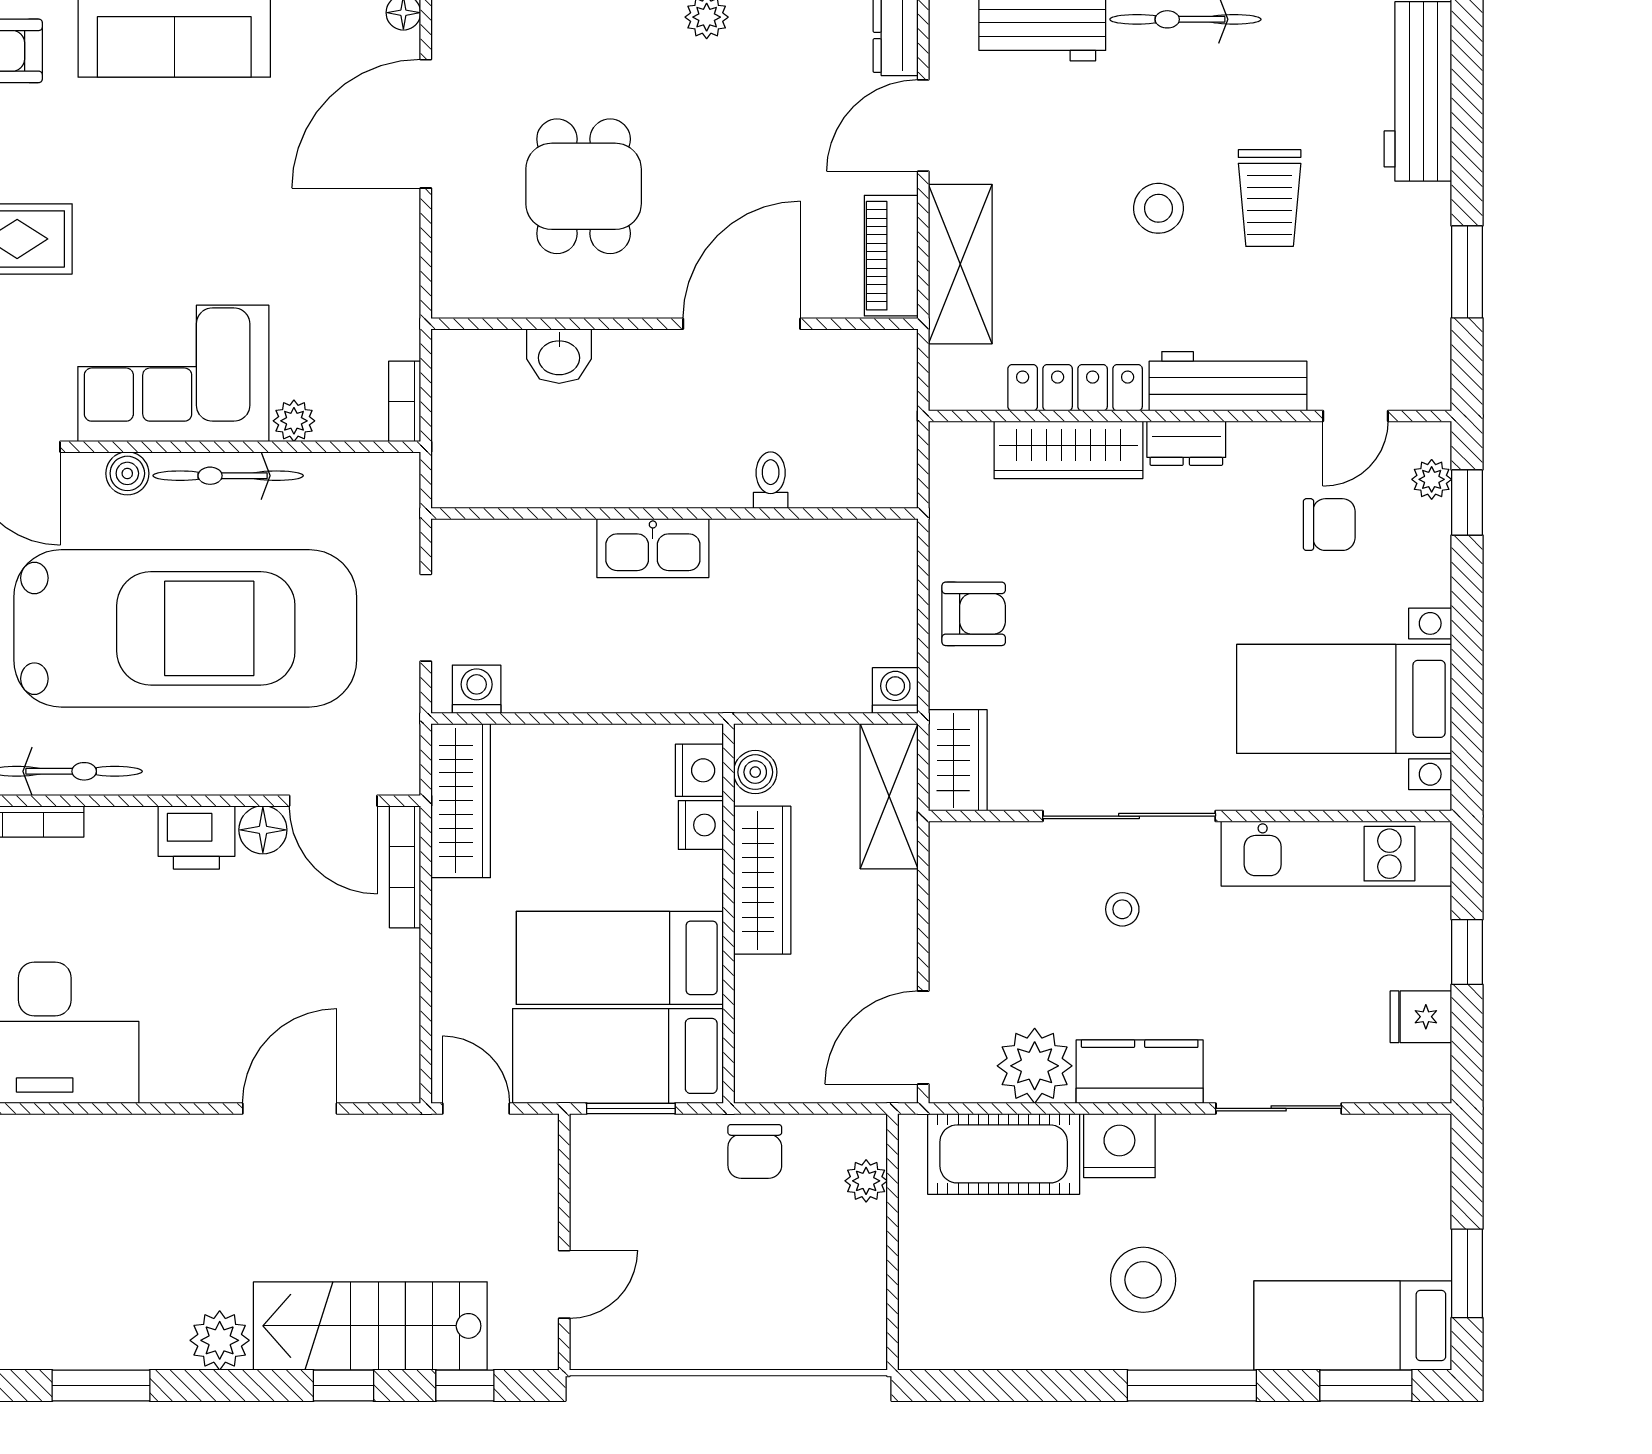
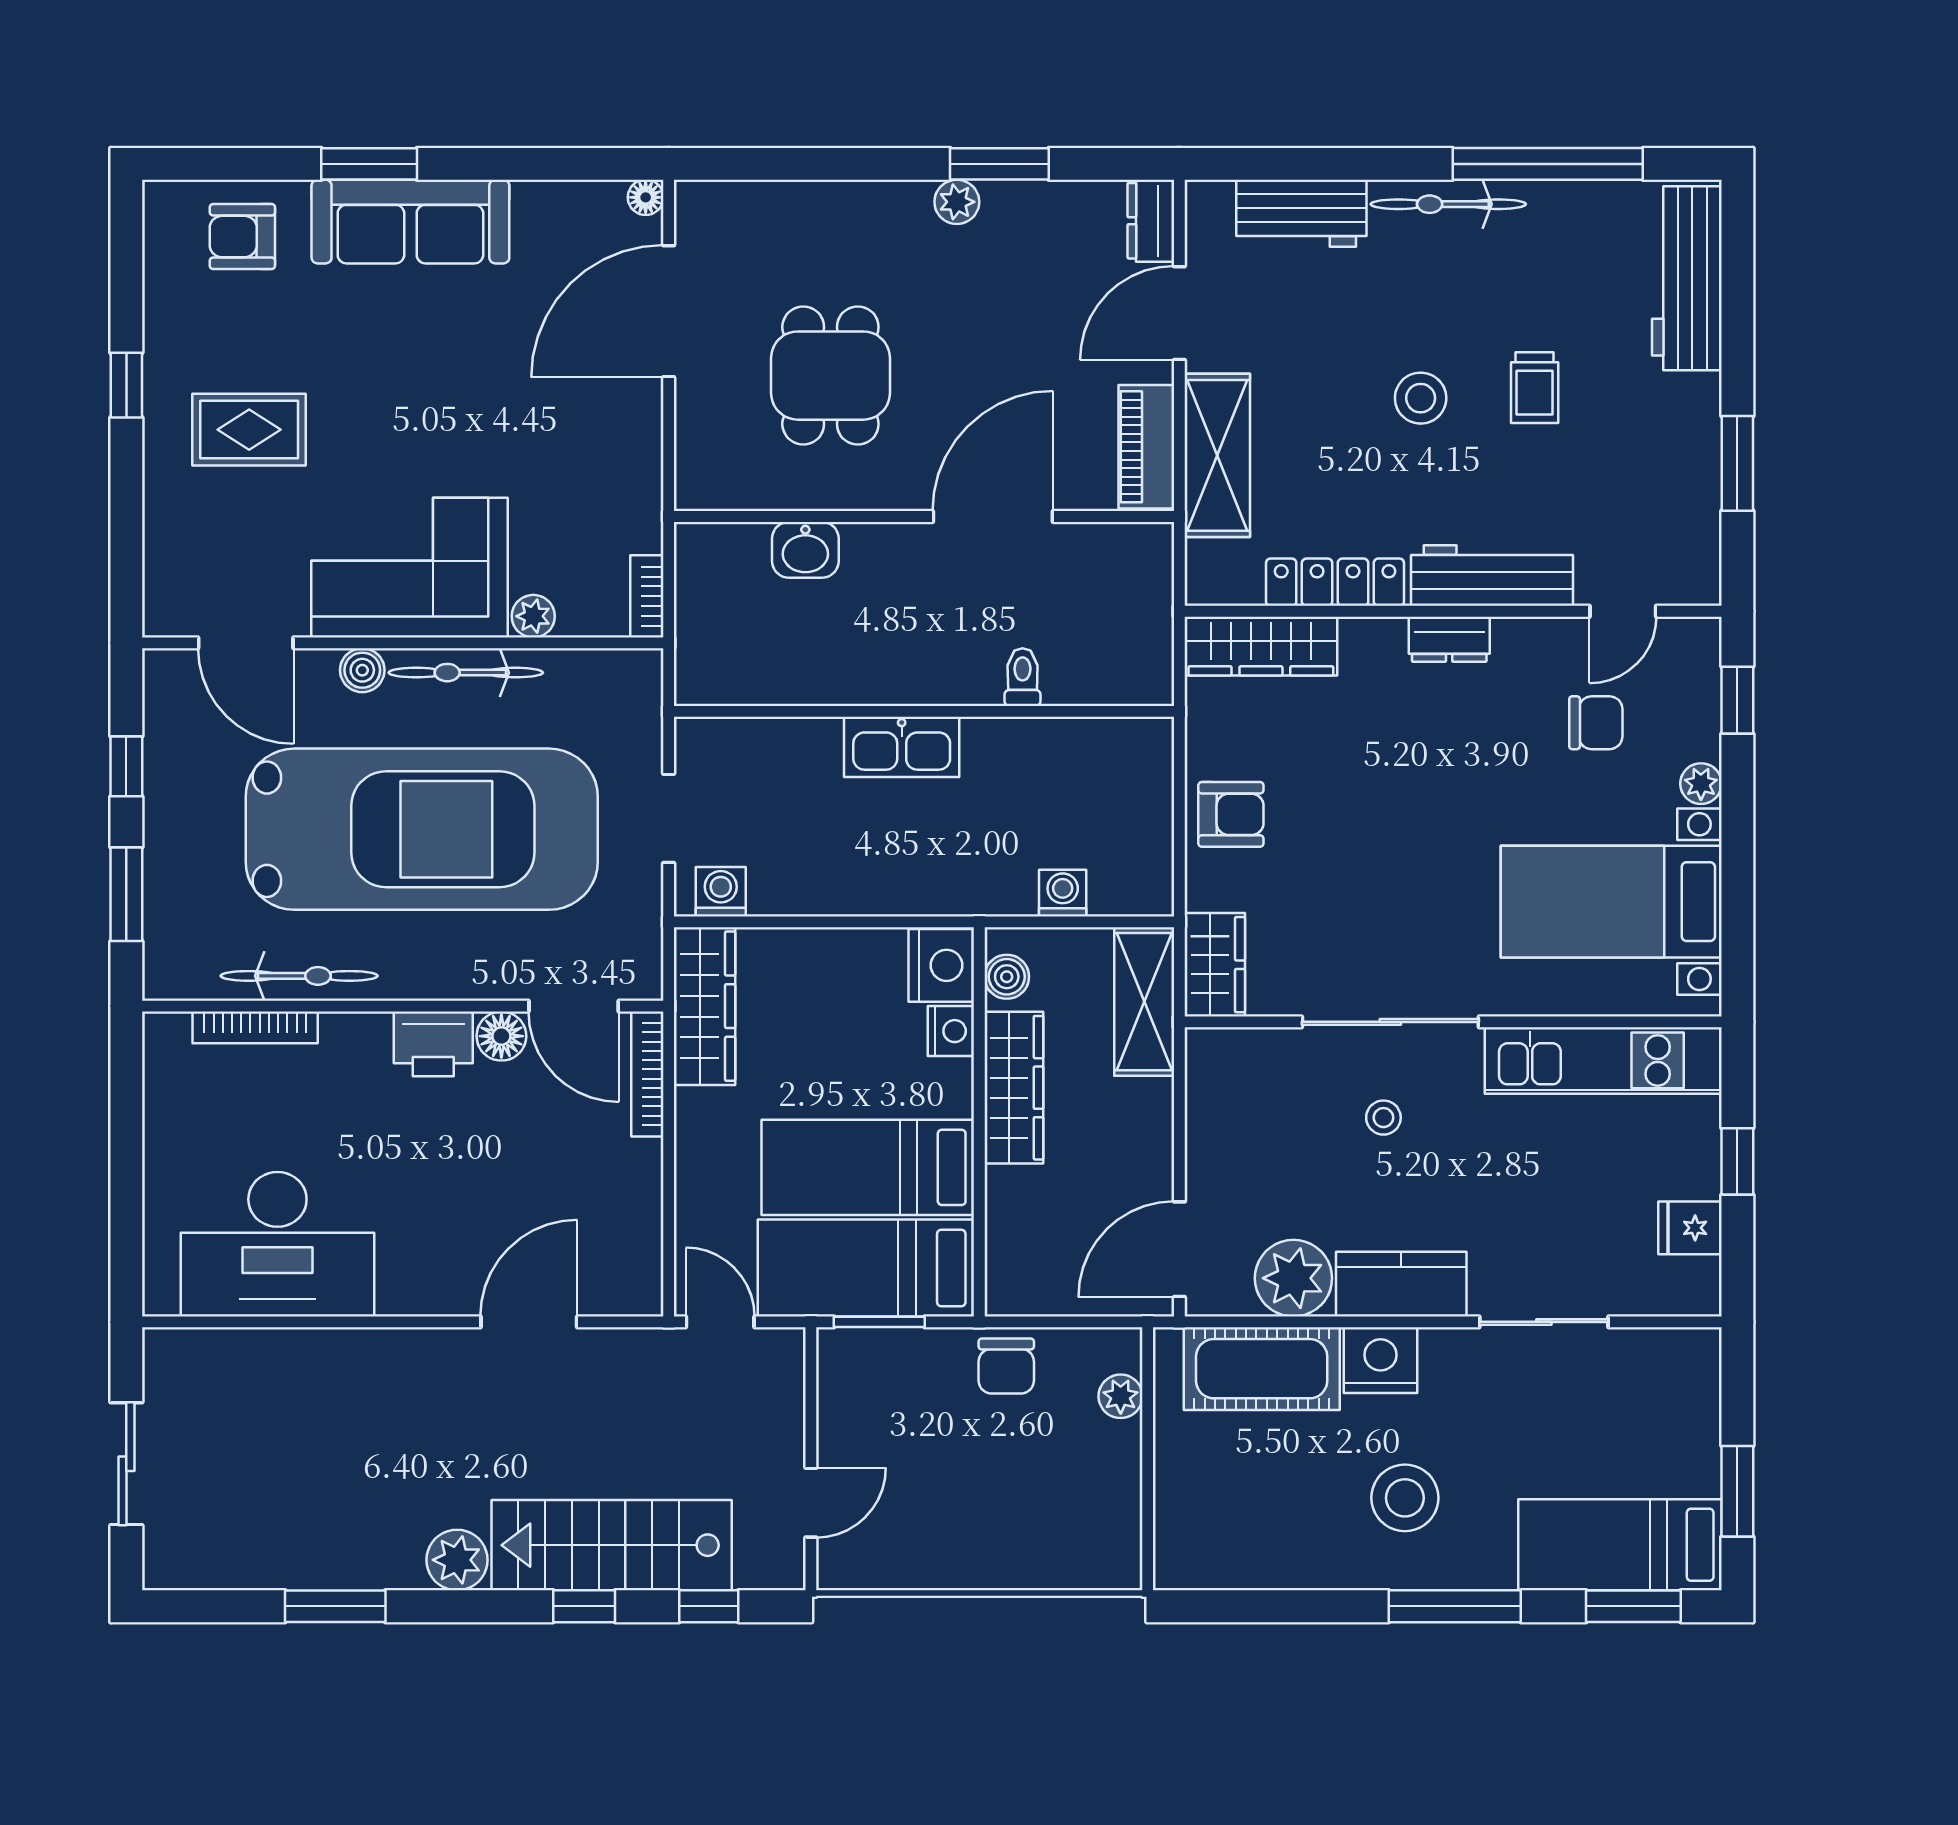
trolley: (1270, 198) -> (1535, 388), width x0.73, depth x0.72
wardrobe: (1068, 450) -> (1261, 646), moved
plant: (1432, 479) -> (1701, 784), moved
washing machine: (895, 691) -> (1063, 893), moved
nightstand: (699, 770) -> (941, 965), width x1.36, depth x1.33

